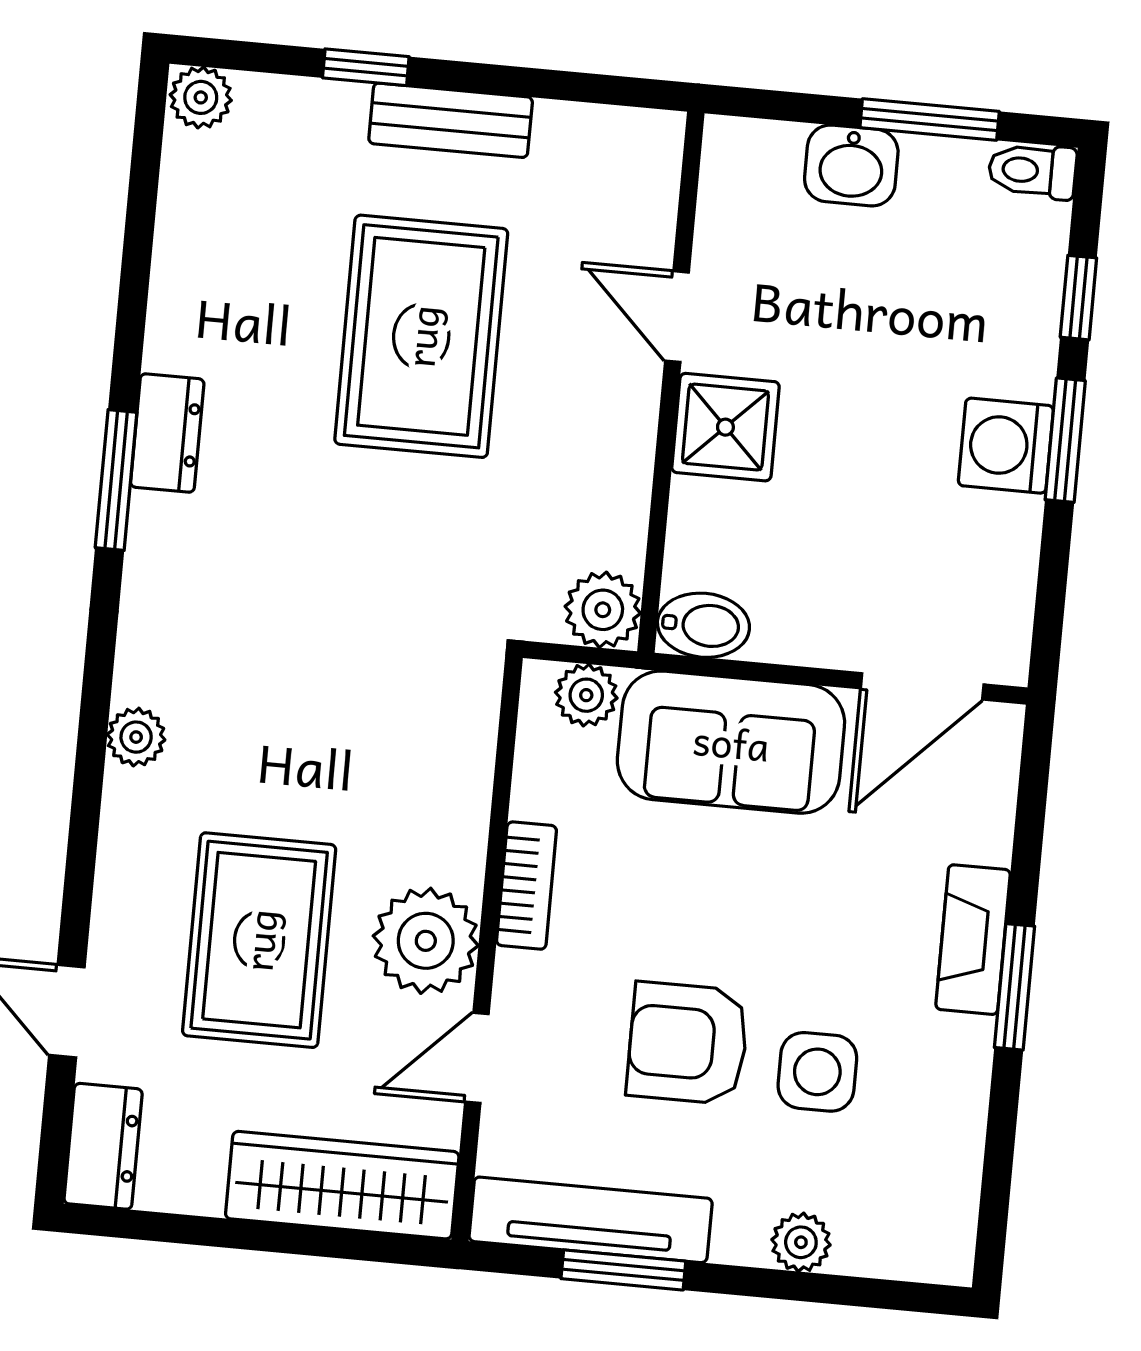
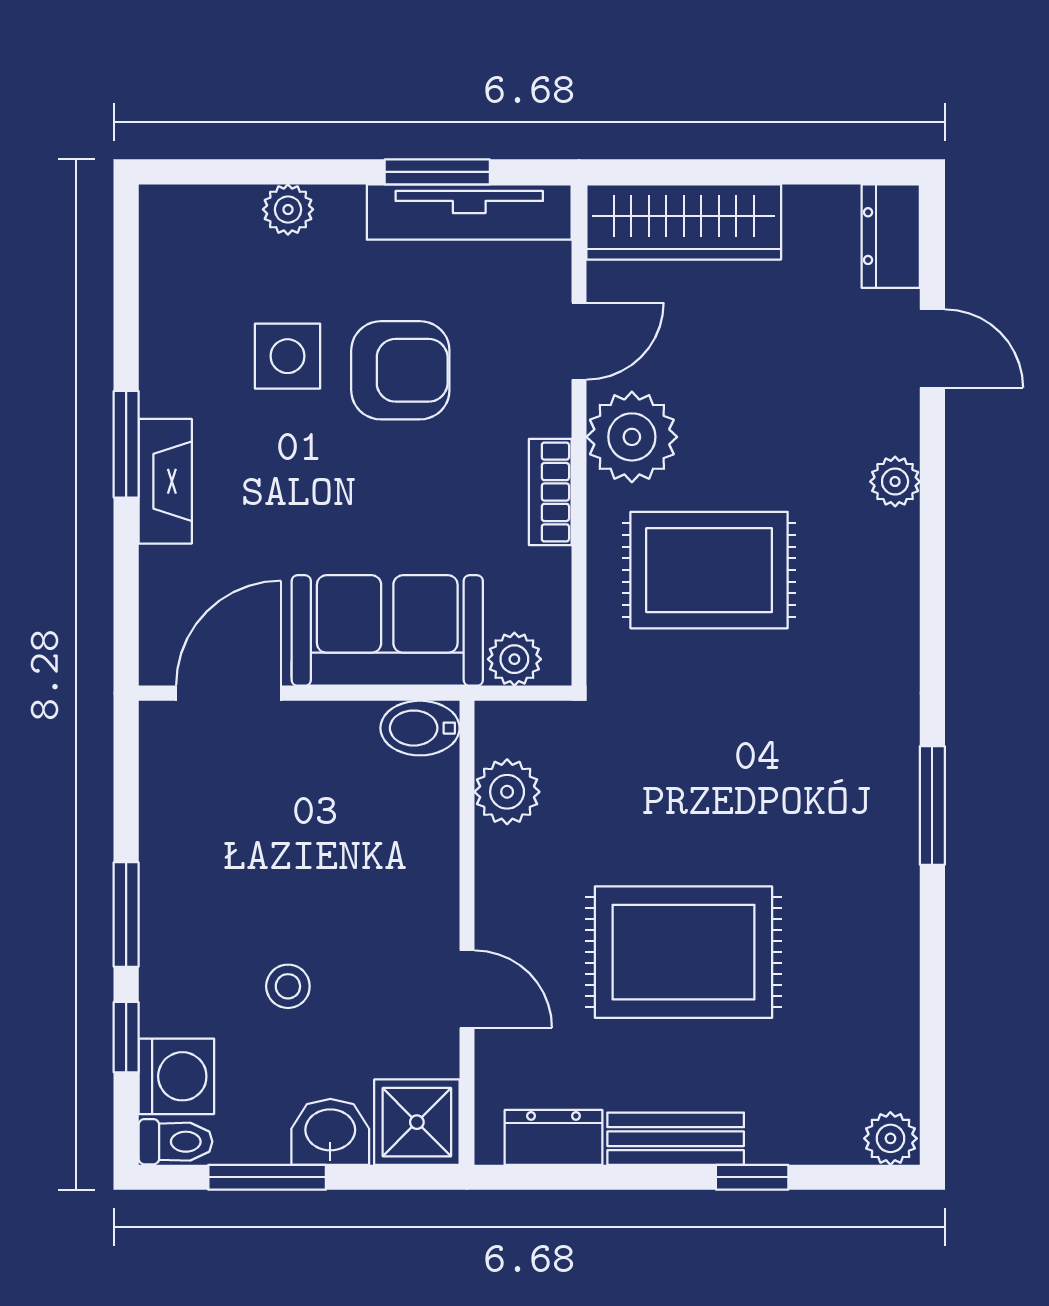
rug: (421, 336) -> (684, 952), turned 90
stool: (885, 339) -> (288, 986), added
shower: (725, 427) -> (417, 1122), moved
dresser: (167, 433) -> (553, 1137), moved, turned 90
washing machine: (1006, 446) -> (176, 1076), moved
plant: (603, 610) -> (507, 792), moved
plant: (136, 737) -> (895, 482), moved
rug: (259, 940) -> (709, 570), moved, turned 90

